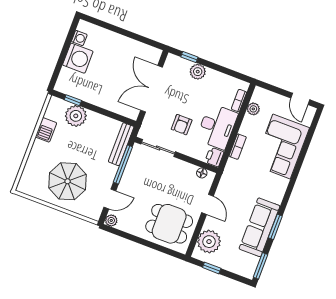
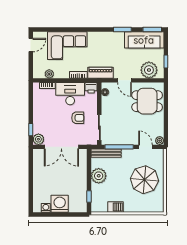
plant: (198, 72) -> (38, 139), moved
plant: (76, 116) -> (99, 176), moved
piano: (230, 177) -> (100, 73), added
door: (207, 204) -> (125, 80), swing flipped
dining table: (169, 224) -> (147, 101), turned 90
sofa: (260, 227) -> (144, 40), moved

